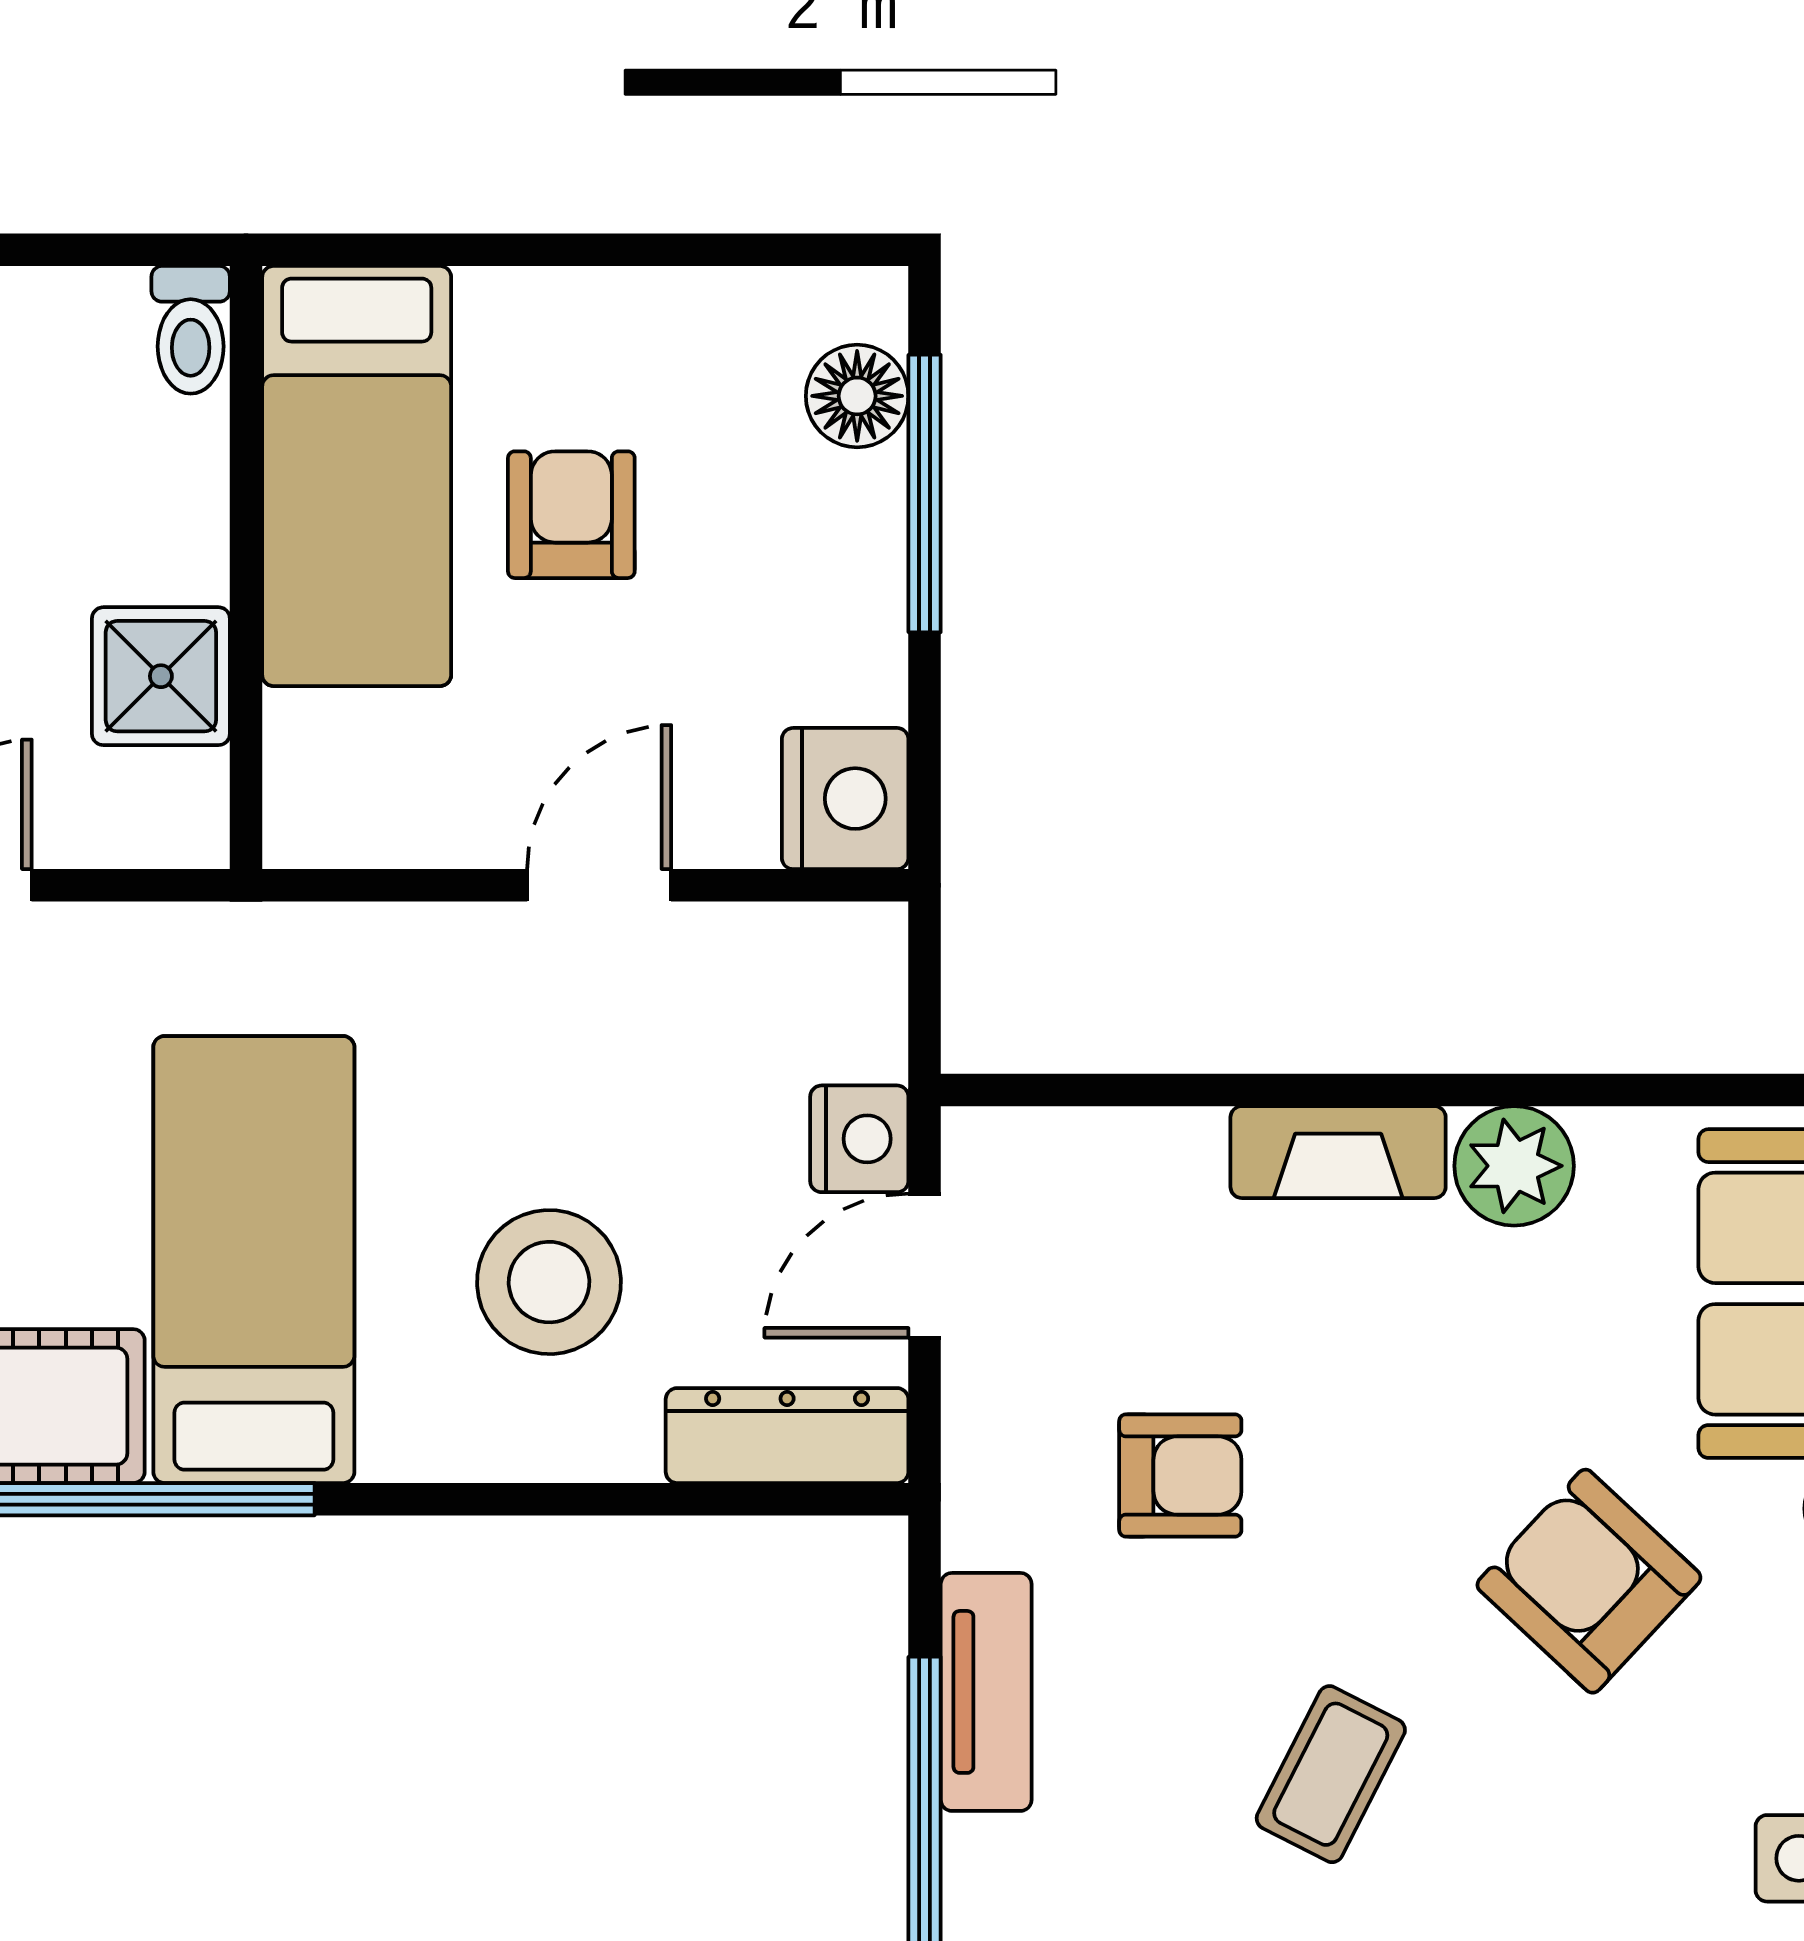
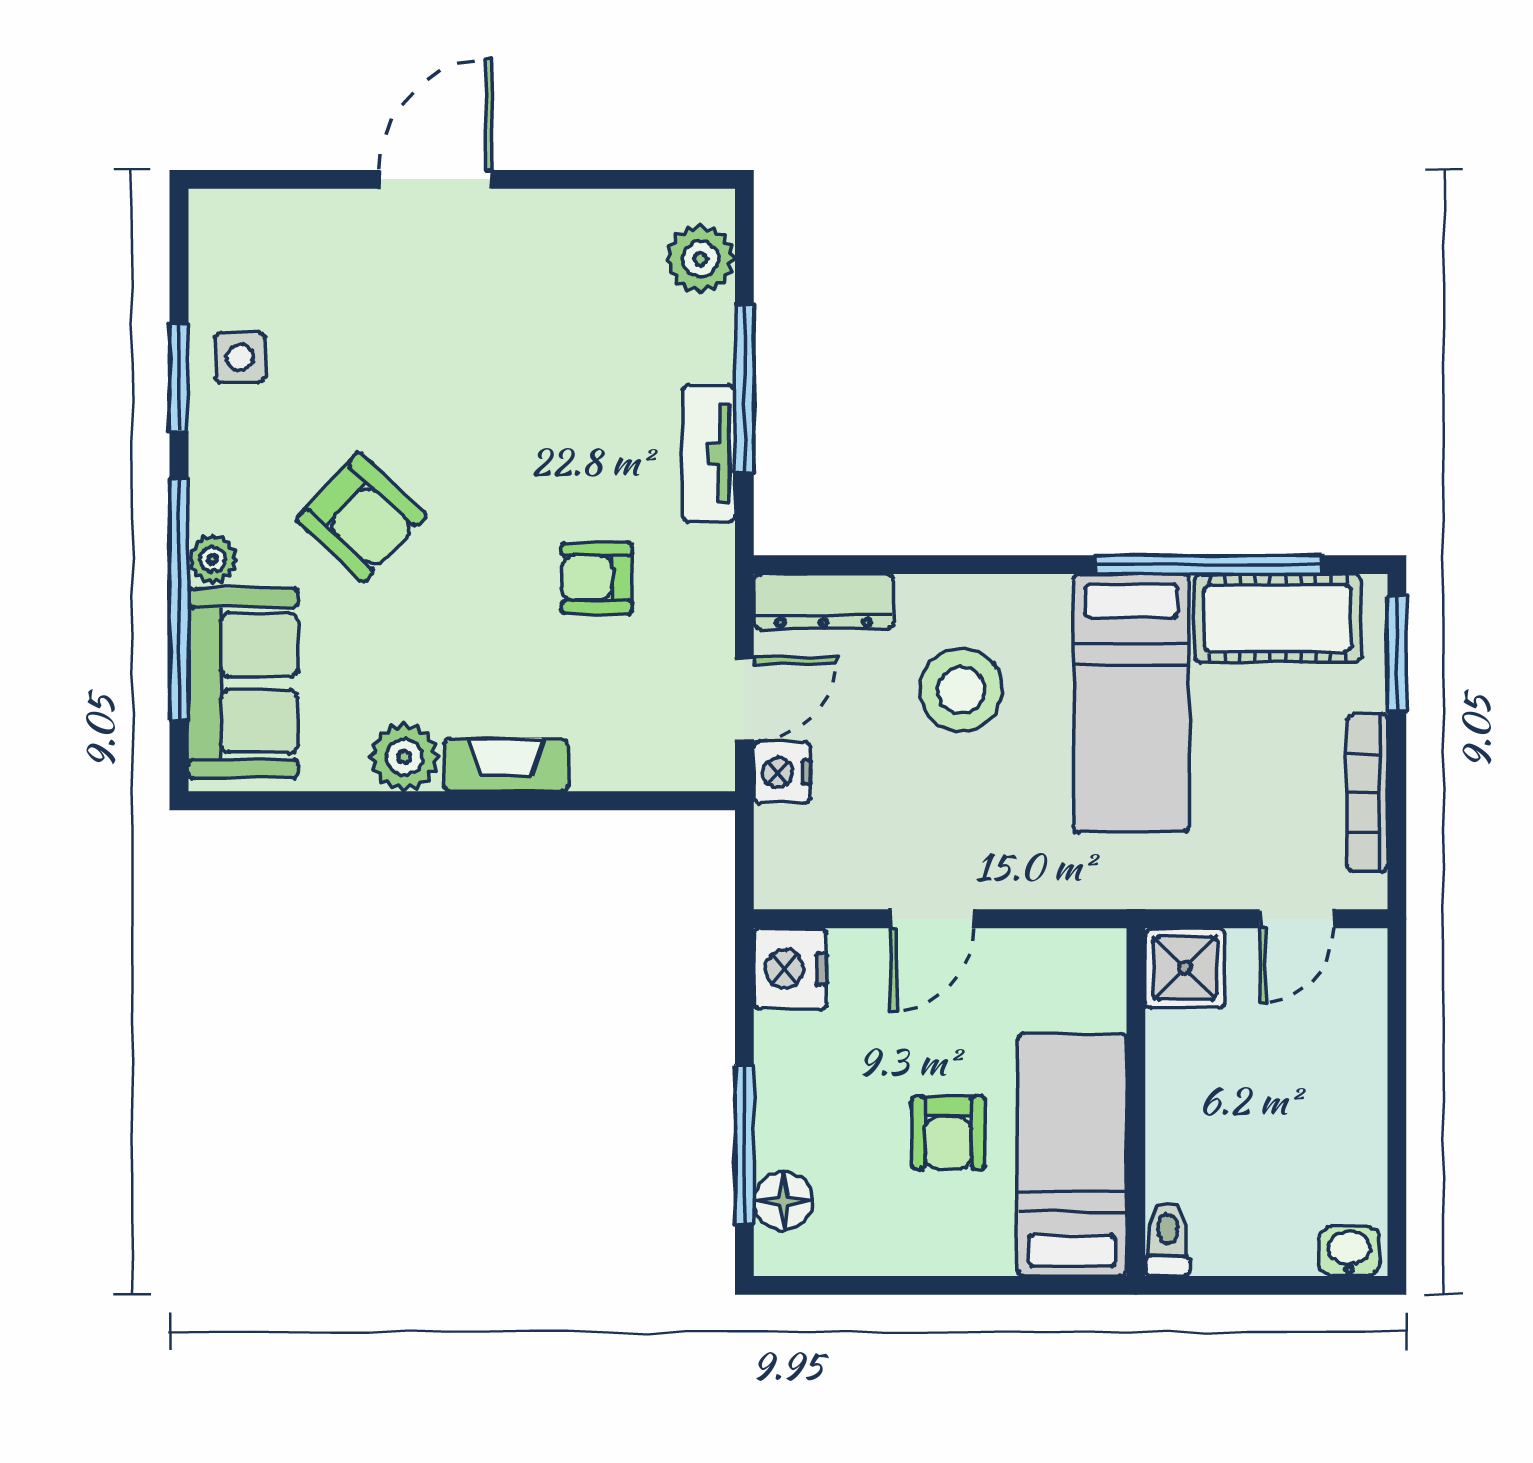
shower: (161, 676) -> (1185, 968), moved
coffee table: (1331, 1774) -> (510, 406), removed

